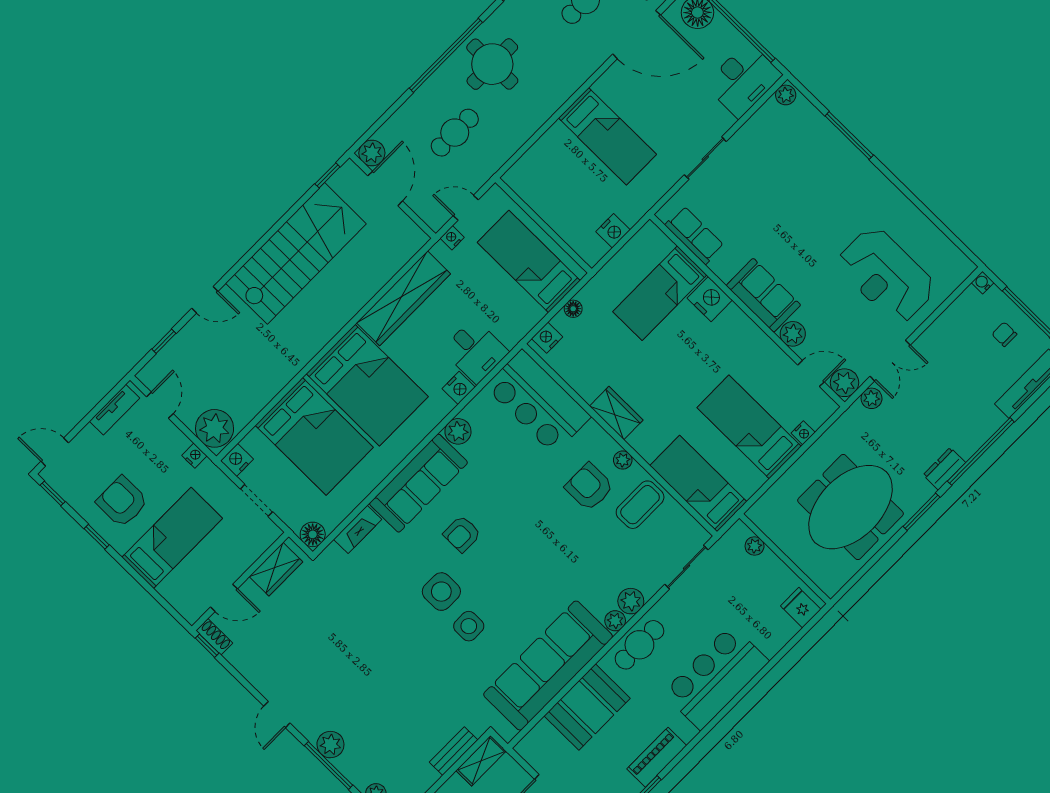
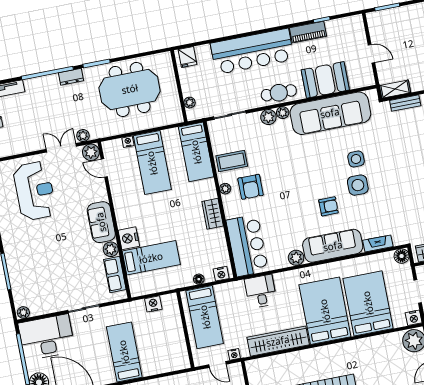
desk: (743, 80) -> (47, 337), width x1.36, depth x1.30
plant: (793, 334) -> (111, 249), moved
nightstand: (459, 388) -> (281, 279), removed
bar counter: (716, 677) -> (252, 51), width x1.36

